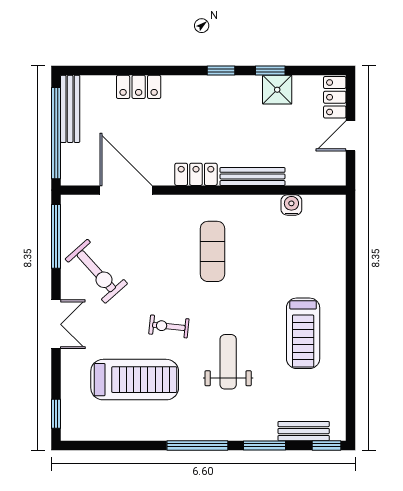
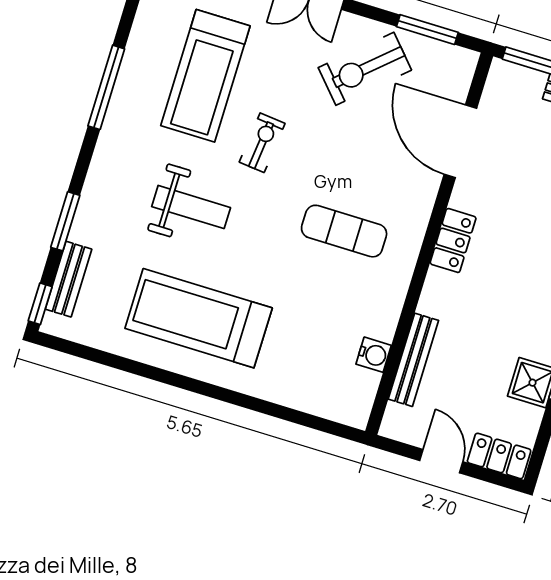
bench: (252, 176) -> (413, 360), moved
door: (126, 190) -> (460, 141), swing flipped
window: (56, 236) -> (427, 30), width x0.69
treadmill: (303, 333) -> (199, 318), width x1.37, depth x1.38
window: (197, 445) -> (106, 87), moved

